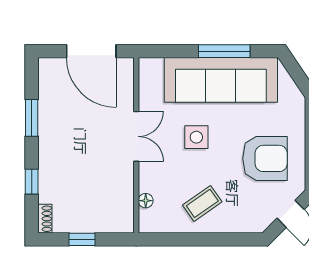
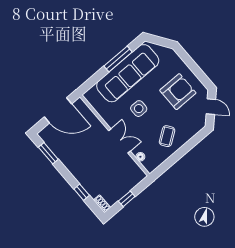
window: (32, 118) -> (48, 153), moved
double door: (136, 136) -> (119, 141), moved

